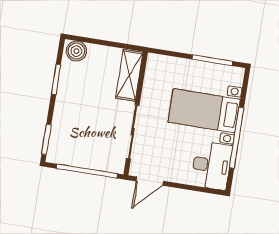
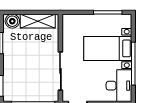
shelving: (129, 75) -> (38, 21), moved, turned 90

